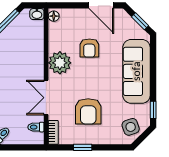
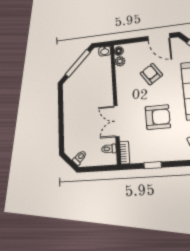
armchair: (89, 48) -> (151, 74), turned 146
plant: (60, 63) -> (120, 61), moved, width x0.53, depth x0.53
armchair: (88, 111) -> (158, 117), moved, turned -90

